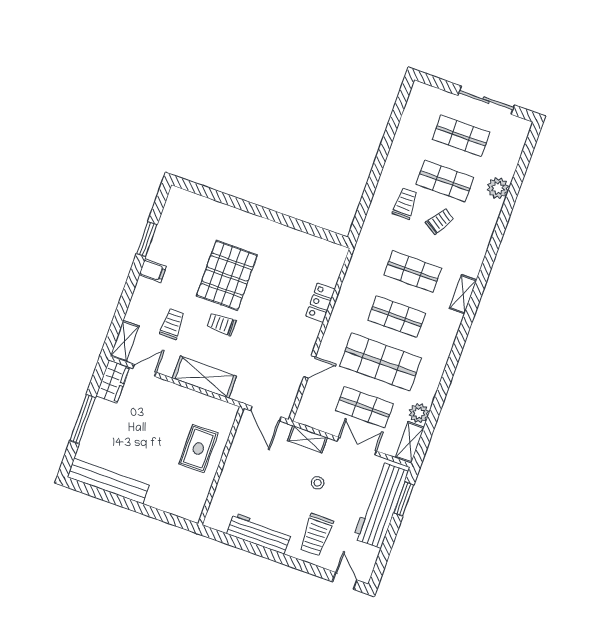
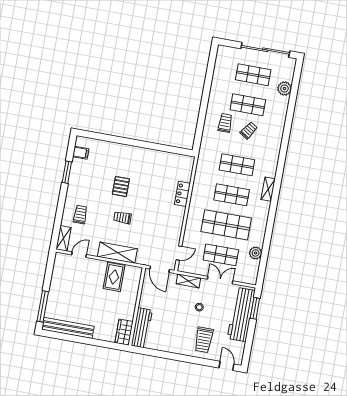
sliding door: (486, 100) -> (265, 50), width x1.36
plant: (498, 188) -> (284, 89), moved
filing cabinet: (153, 271) -> (81, 153), moved
pallet: (227, 275) -> (121, 187), width x0.49, depth x0.50
shelving: (463, 294) -> (268, 189), moved
trolley: (172, 324) -> (80, 215), moved
door: (310, 367) -> (179, 253), moved
wardrobe: (113, 381) -> (124, 332), moved, turned 180
window: (83, 419) -> (43, 306), moved
shelving: (410, 442) -> (253, 272), removed
rug: (198, 449) -> (114, 277), moved
workbench: (259, 533) -> (142, 328), moved, turned 90

